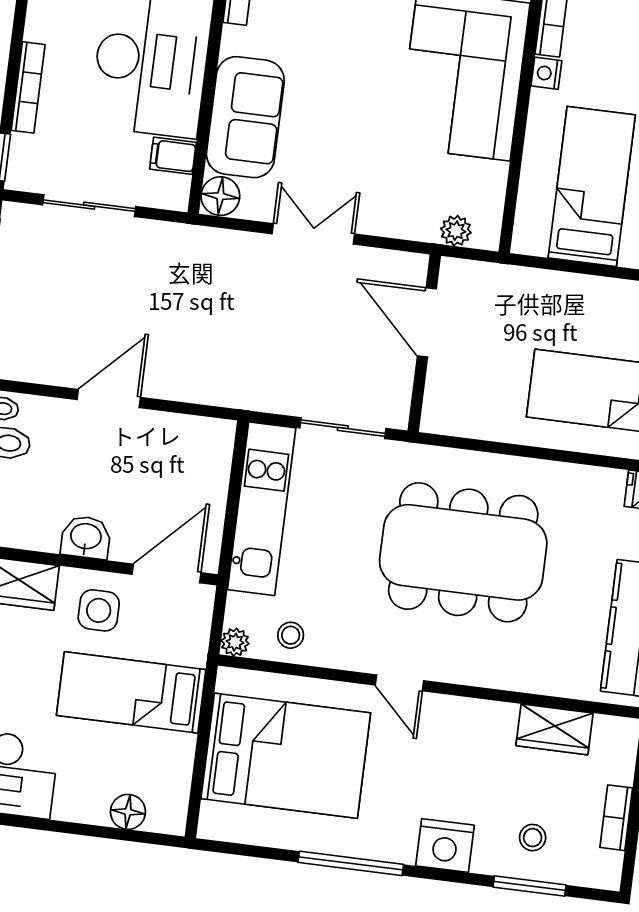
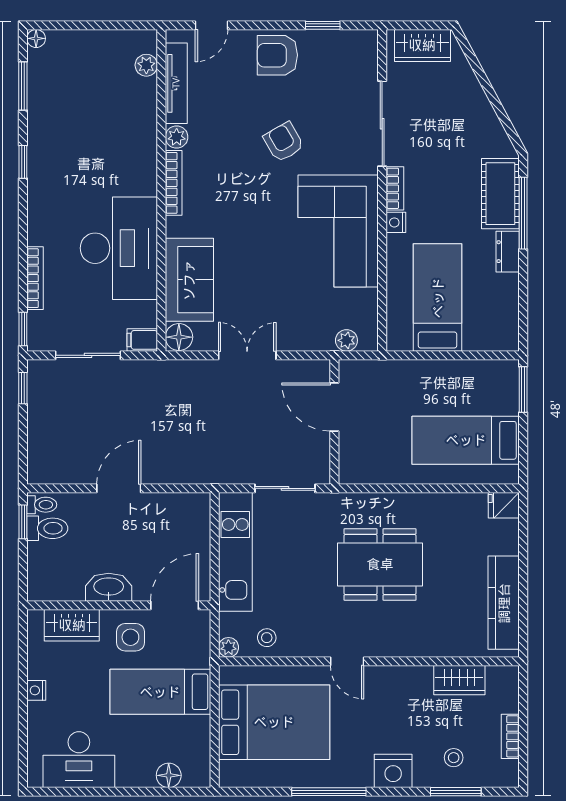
filing cabinet: (173, 156) -> (142, 340), moved
washbasin: (86, 537) -> (109, 587), width x1.38
dining table: (463, 552) -> (380, 564), width x0.73, depth x0.80

